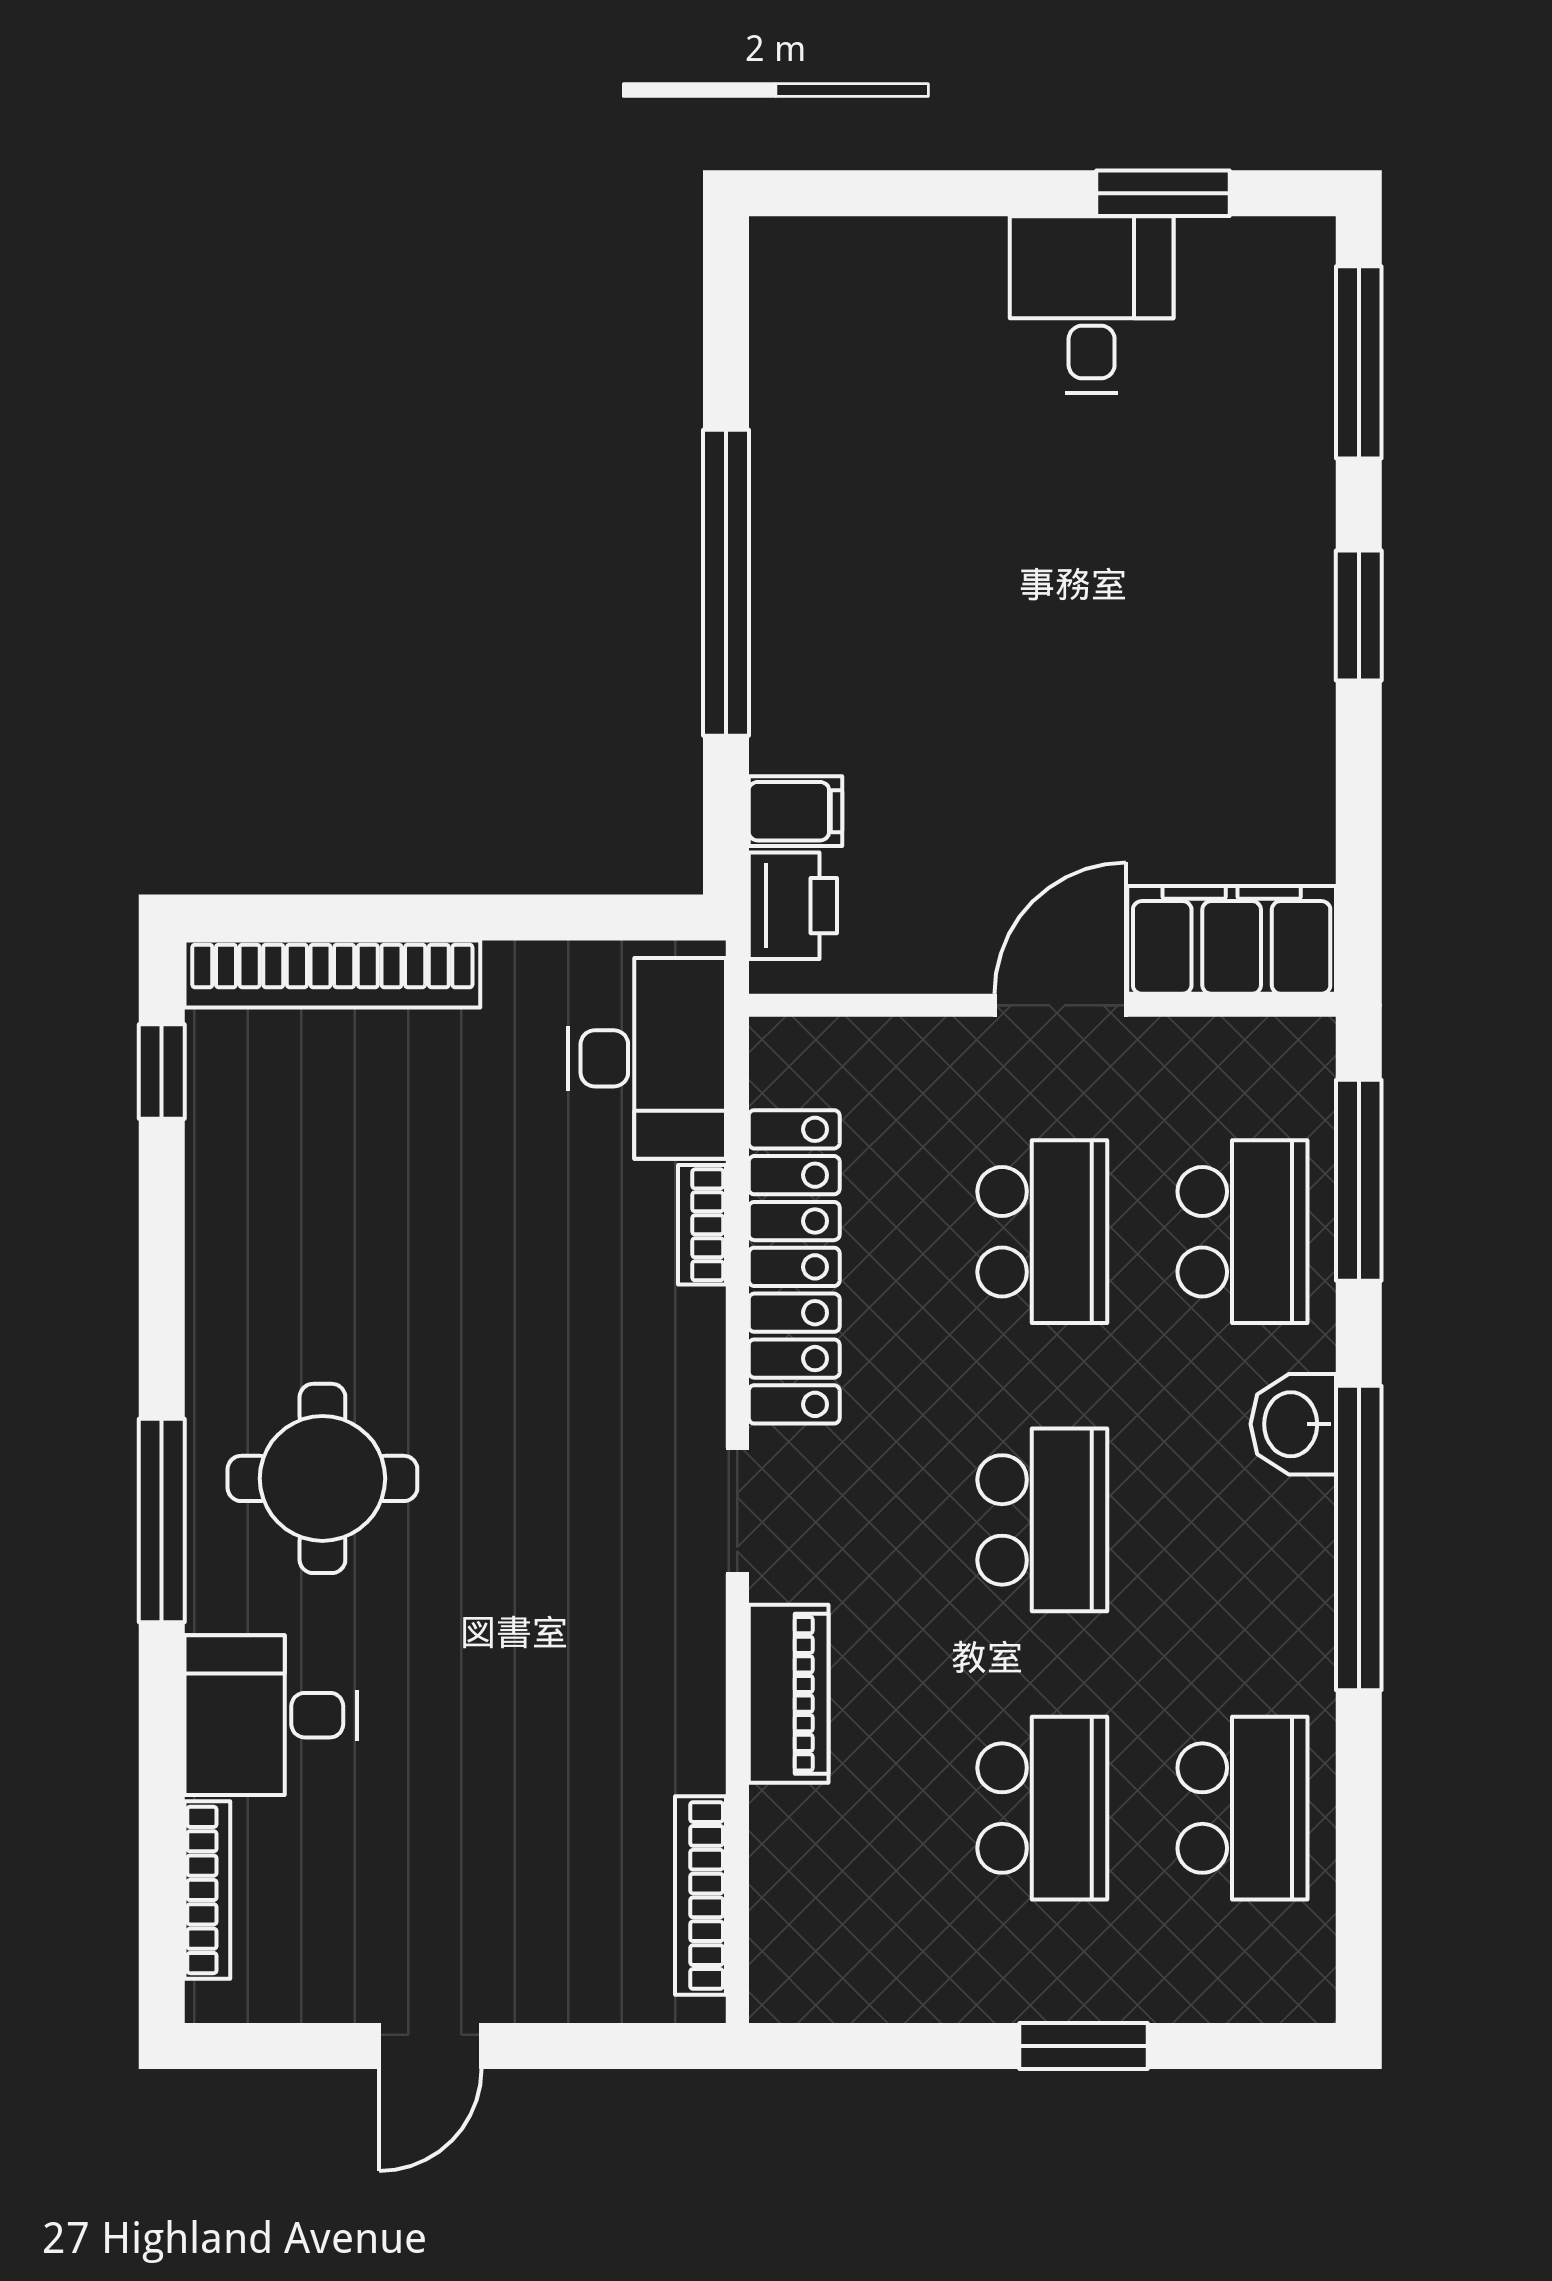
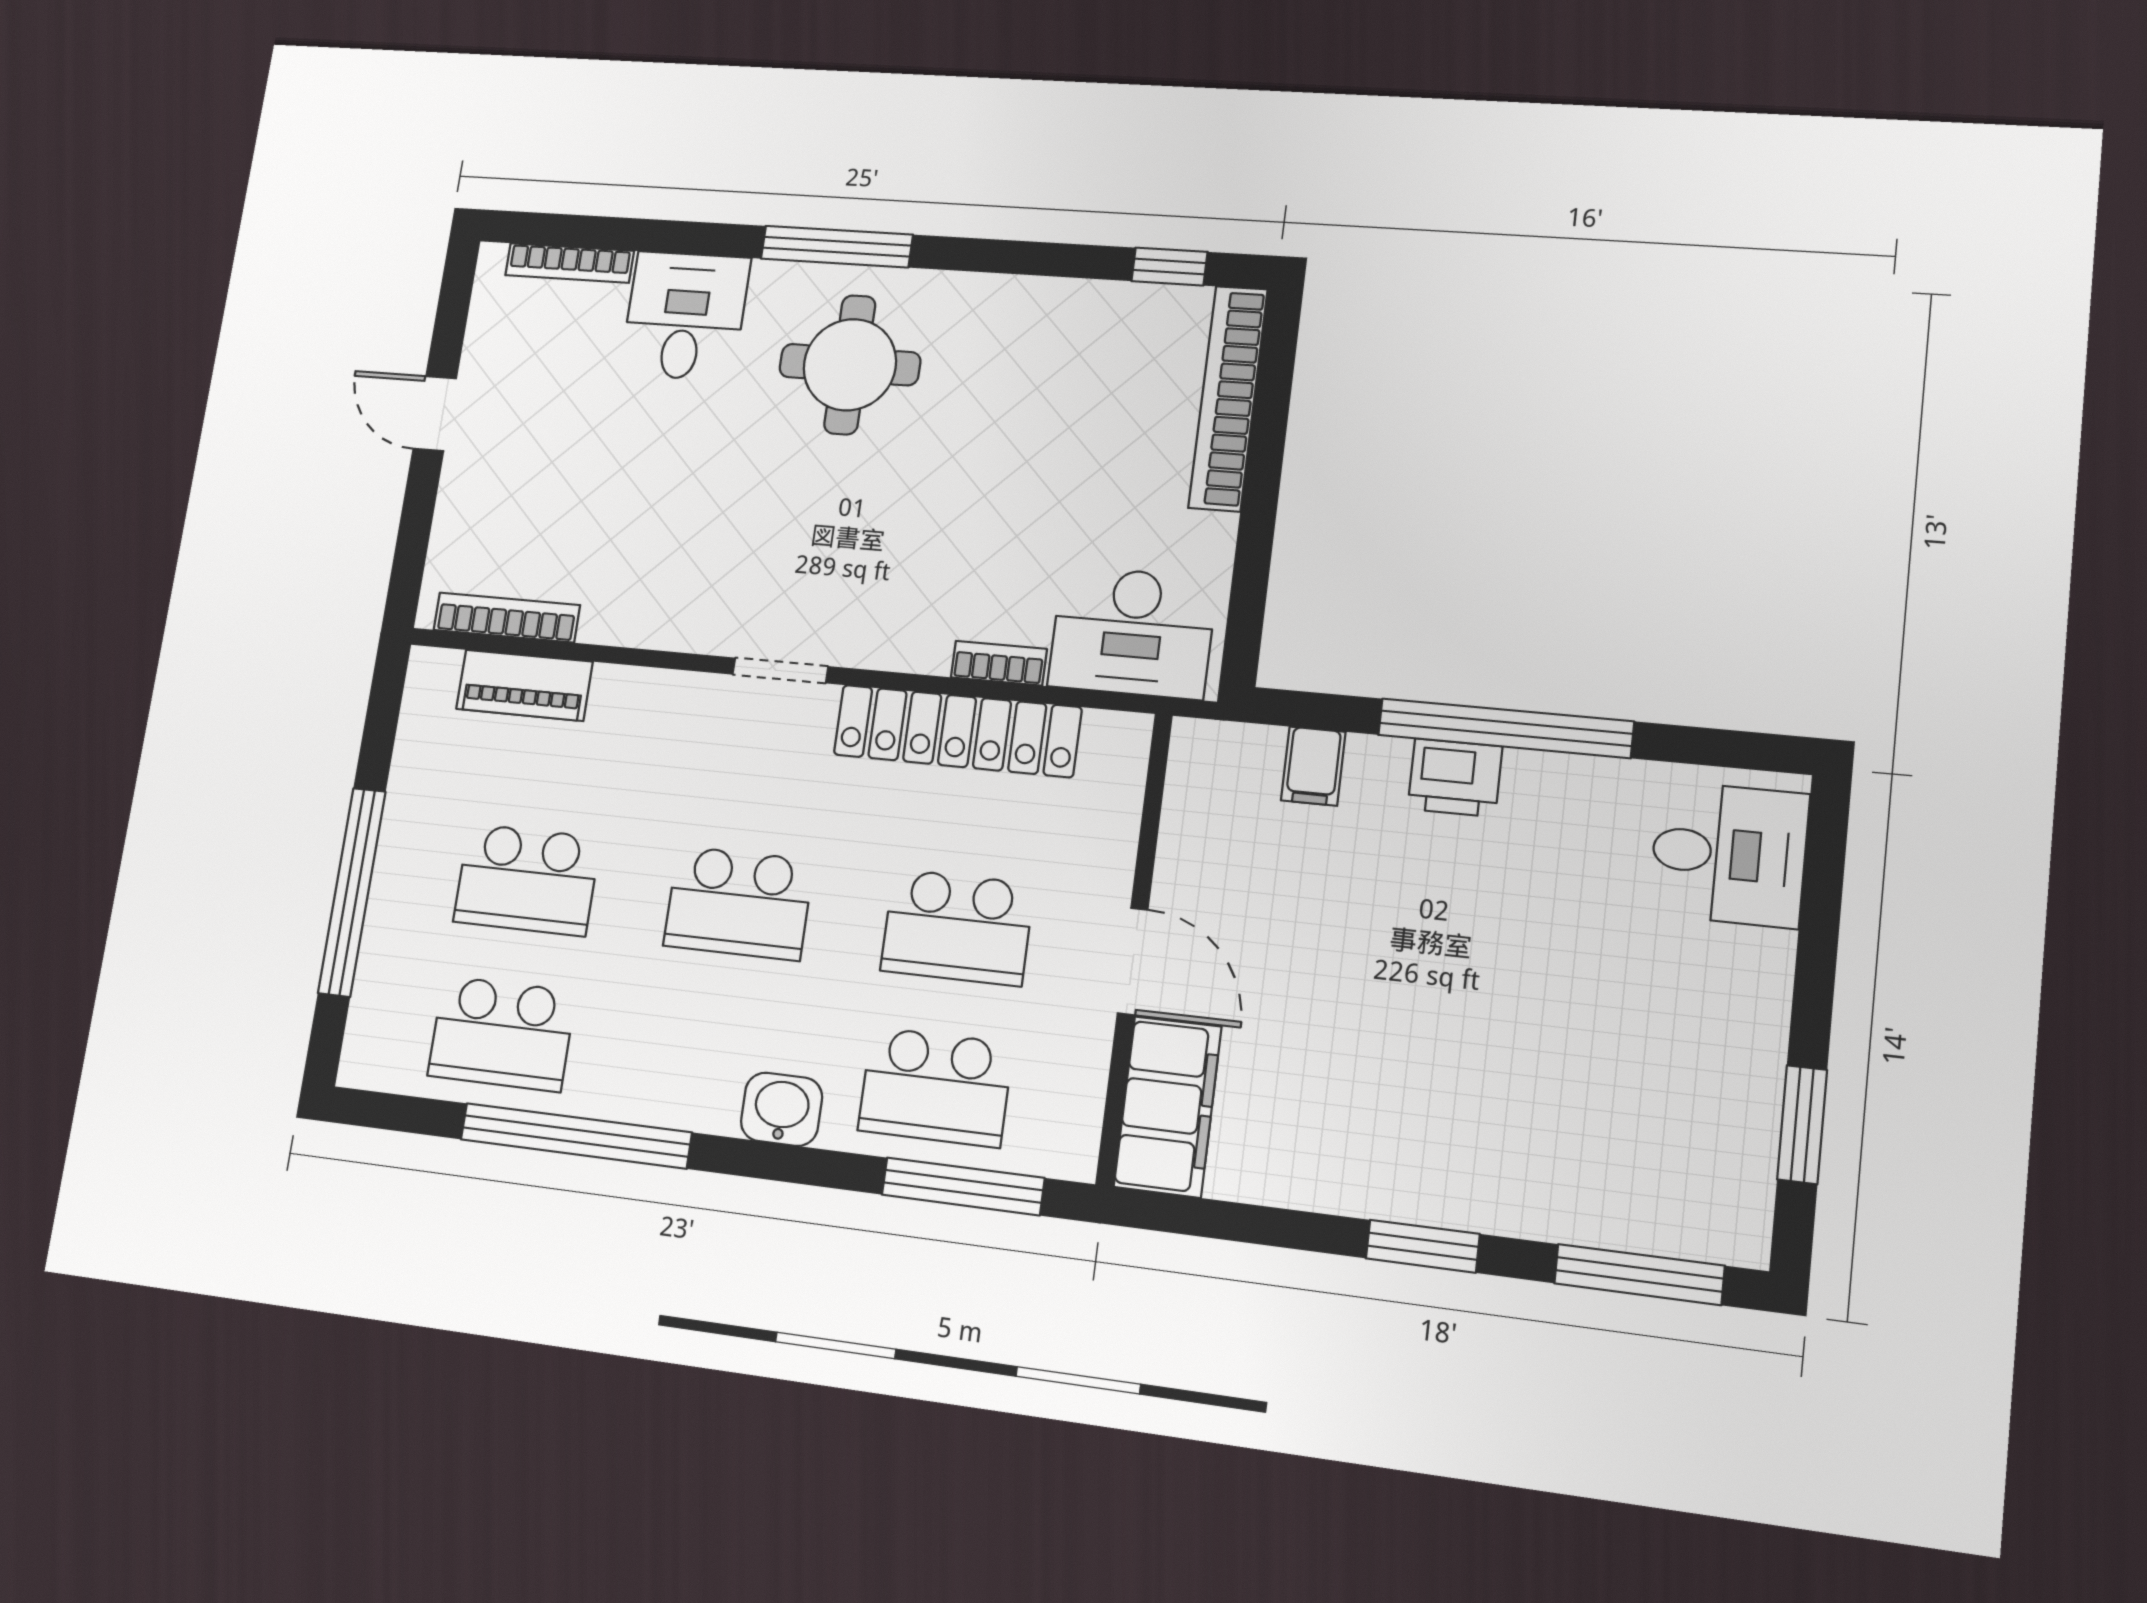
desk: (1092, 304) -> (1729, 854), moved
printer: (793, 906) -> (1455, 778), moved
window: (1359, 1538) -> (576, 1136), moved
piano: (789, 1694) -> (524, 685), moved
window: (1083, 2046) -> (352, 892), width x2.11

